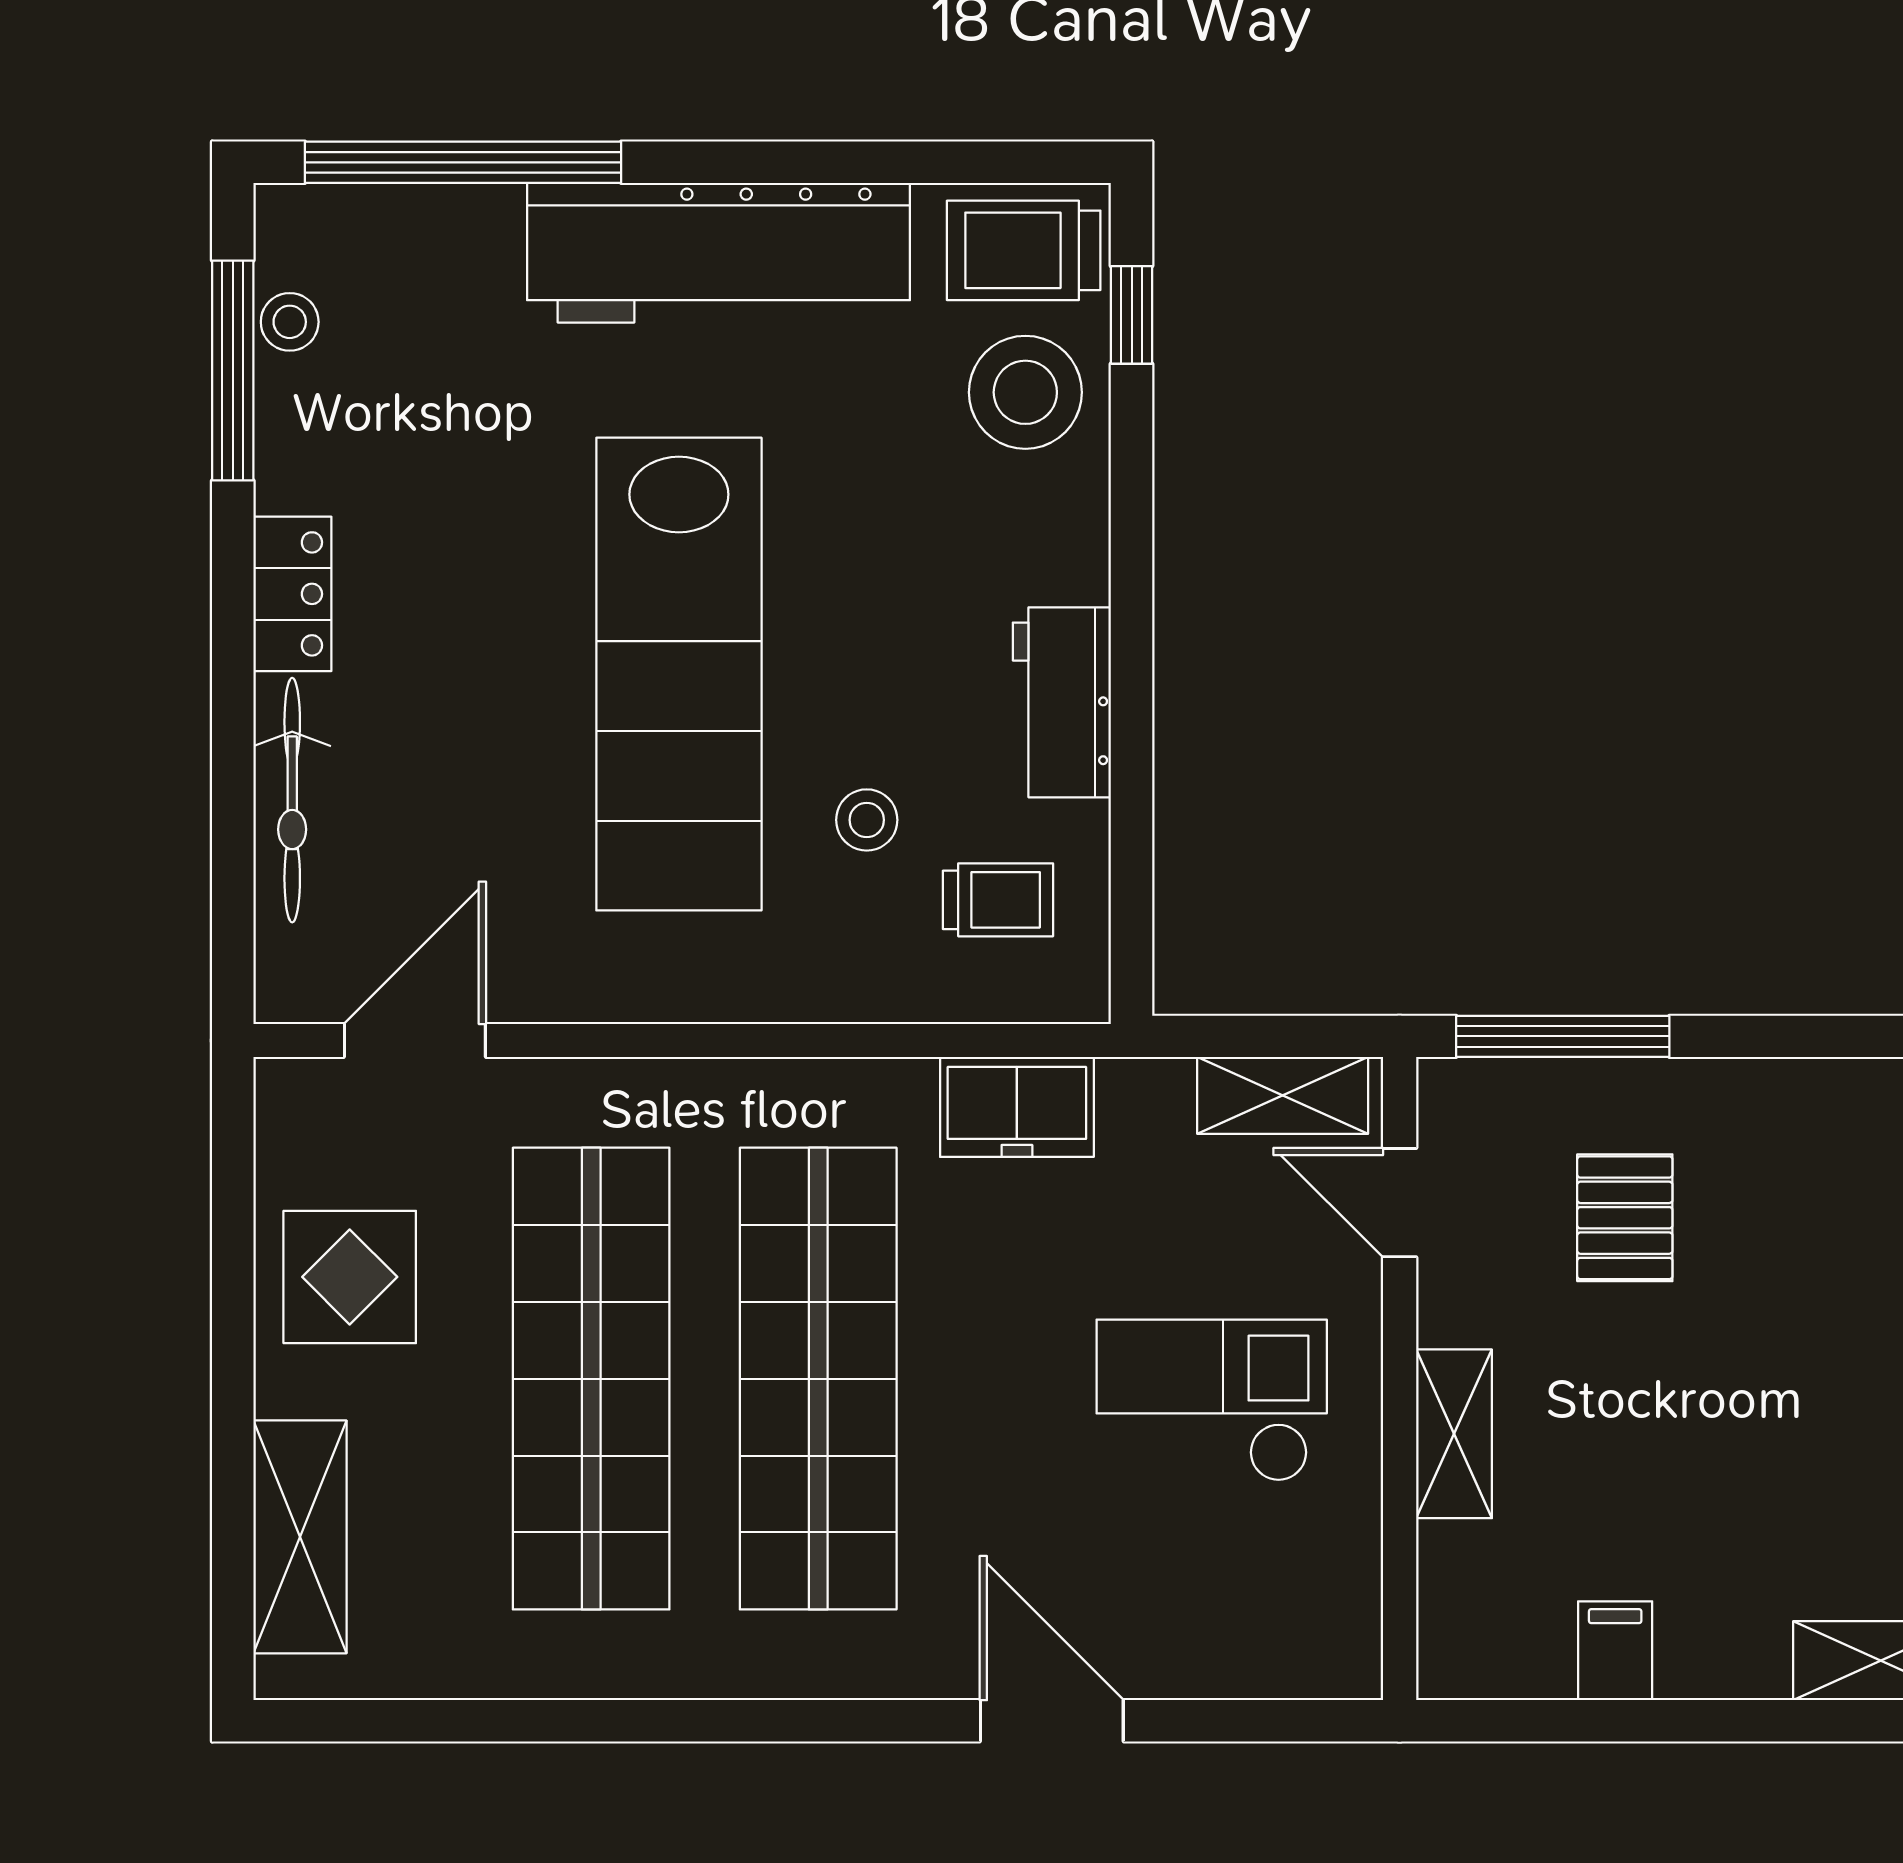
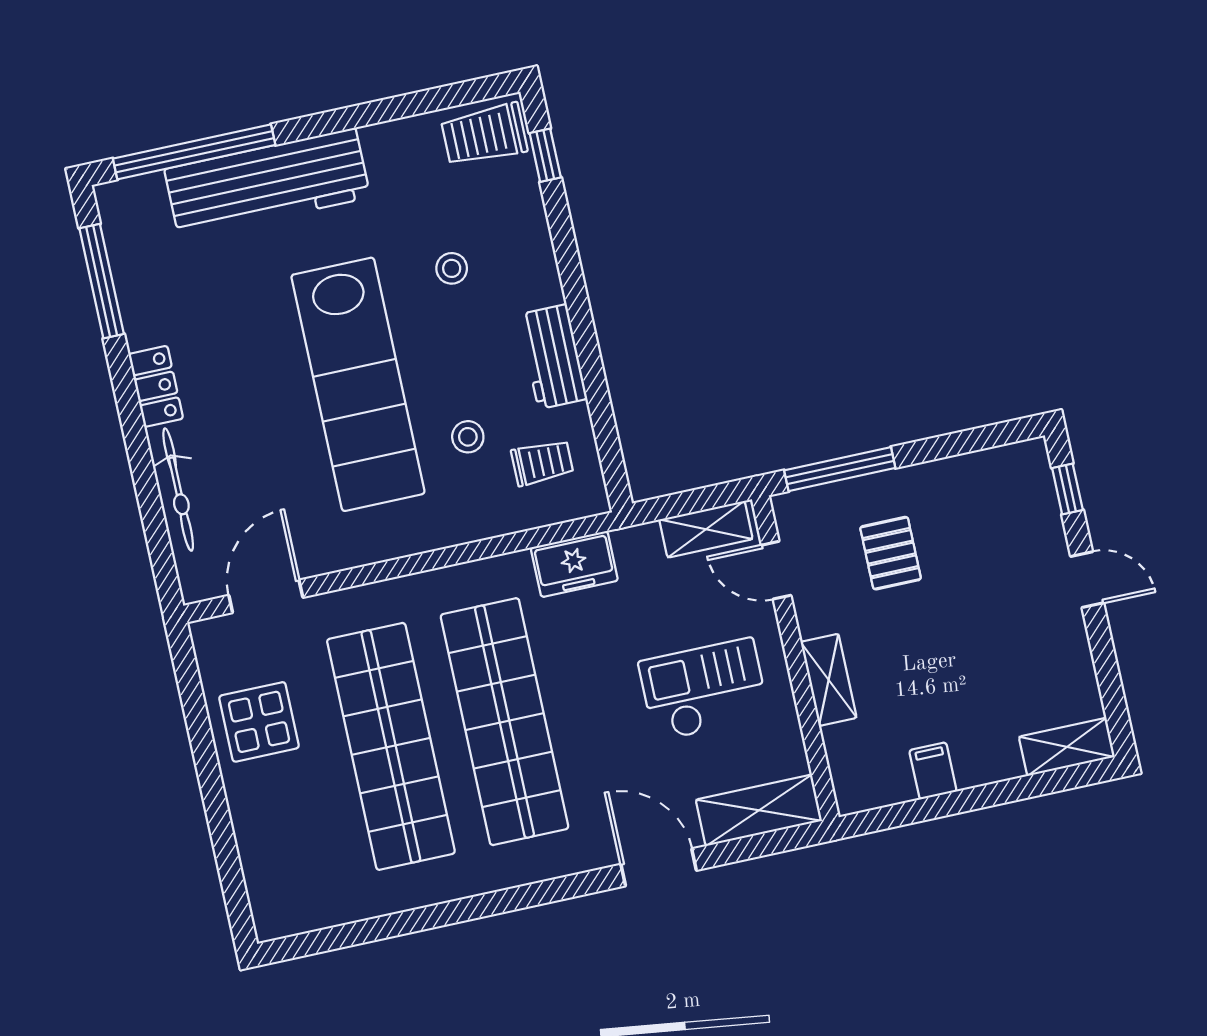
workbench: (718, 253) -> (267, 183), moved
stool: (290, 322) -> (125, 251), removed
stool: (1025, 392) -> (452, 268), moved, width x0.53, depth x0.53
shelving: (300, 1537) -> (759, 810), moved, turned 90

